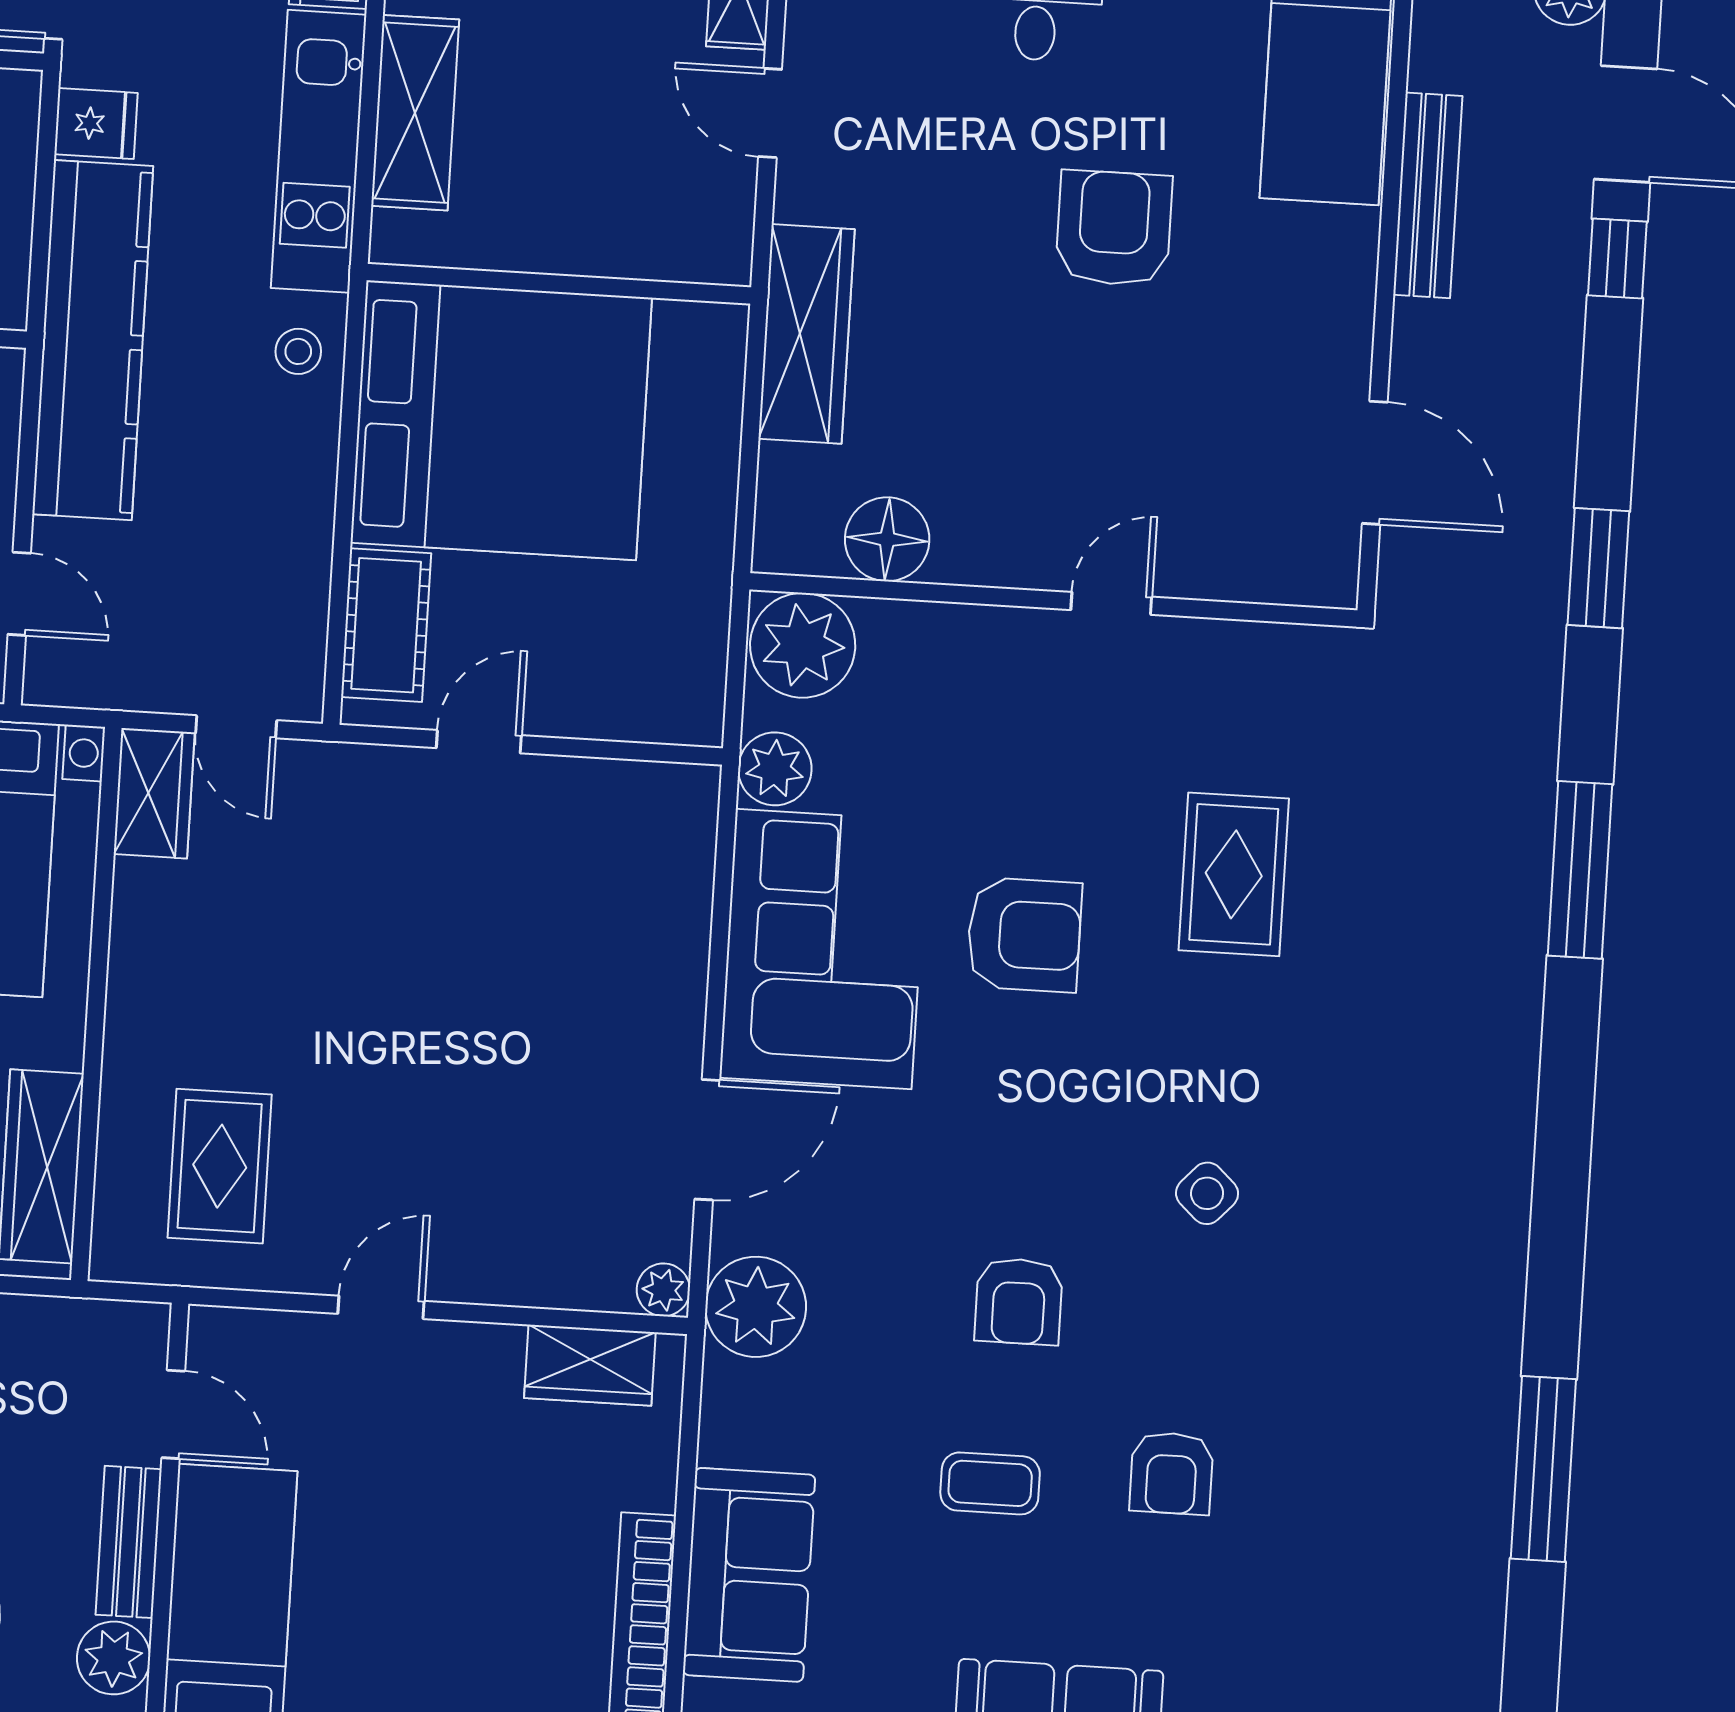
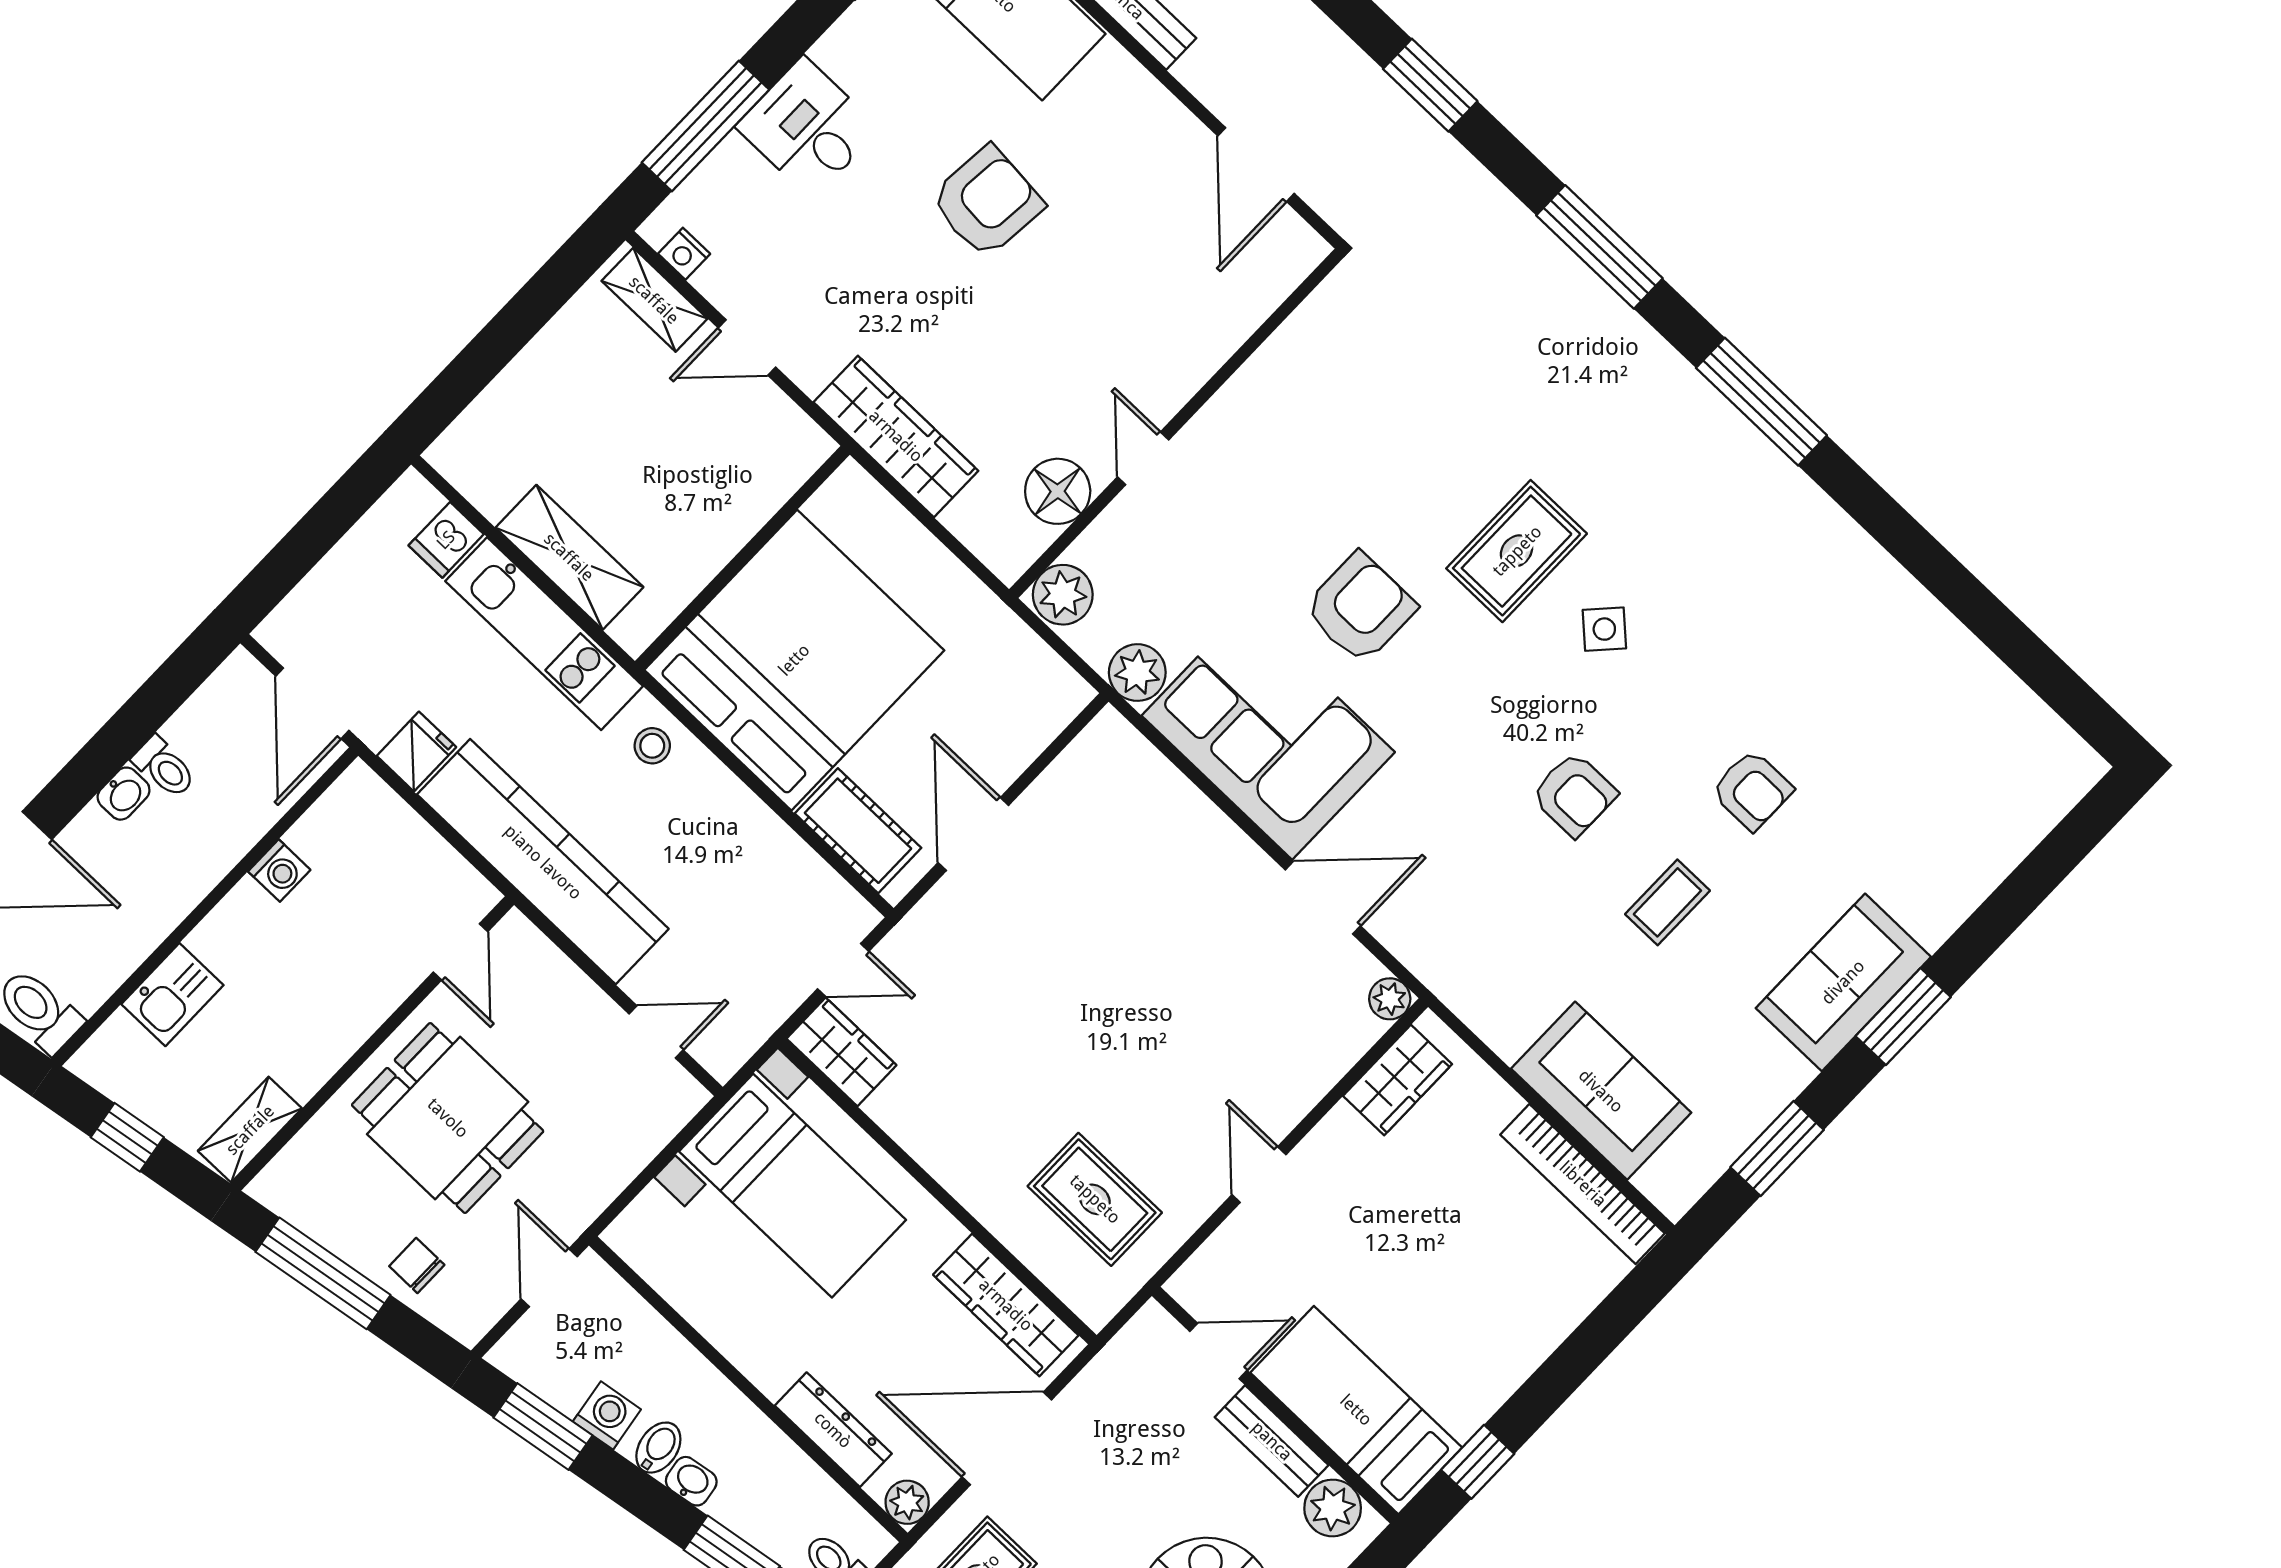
armchair: (1114, 228) -> (987, 202), turned 95
door: (1375, 463) -> (1256, 165), swing flipped
door: (1111, 603) -> (1143, 458), moved
plant: (803, 645) -> (1063, 595), width x0.73, depth x0.73
door: (479, 742) -> (973, 834), width x1.38
rug: (1234, 874) -> (1517, 551), moved, turned 90
door: (707, 1140) -> (1323, 898), hinge flipped
plant: (756, 1307) -> (1446, 953), removed
window: (1543, 1469) -> (1761, 402), moved

